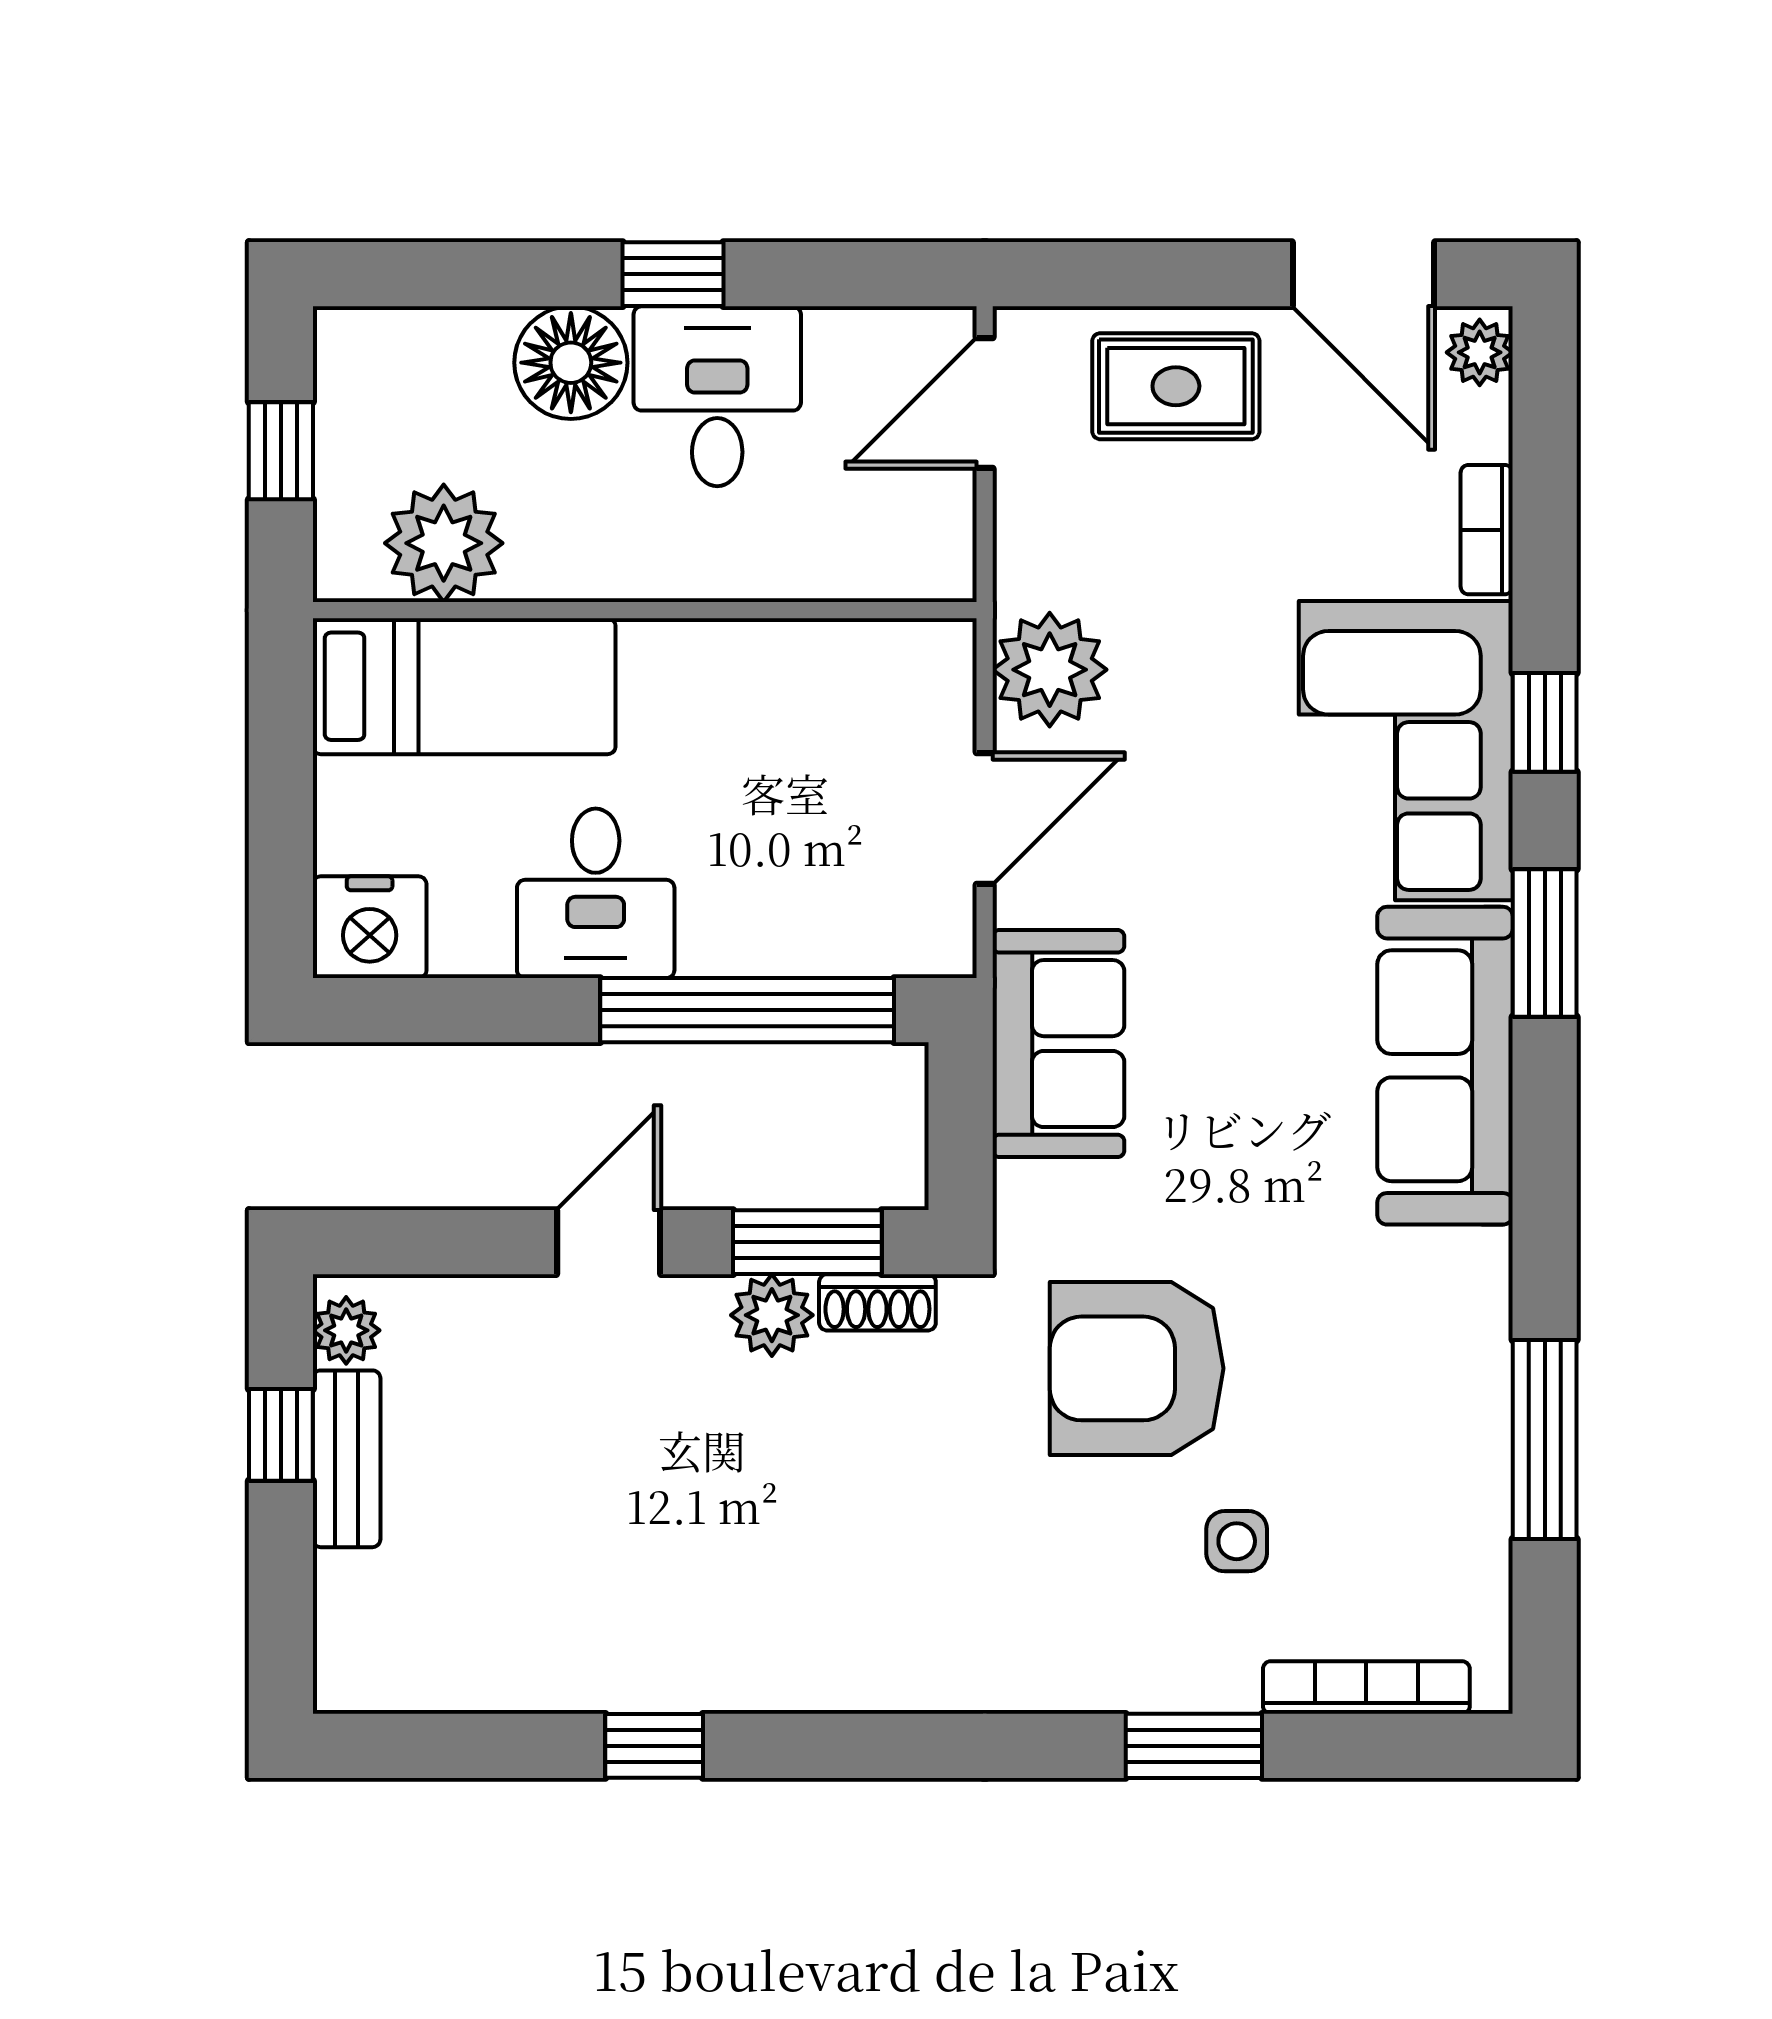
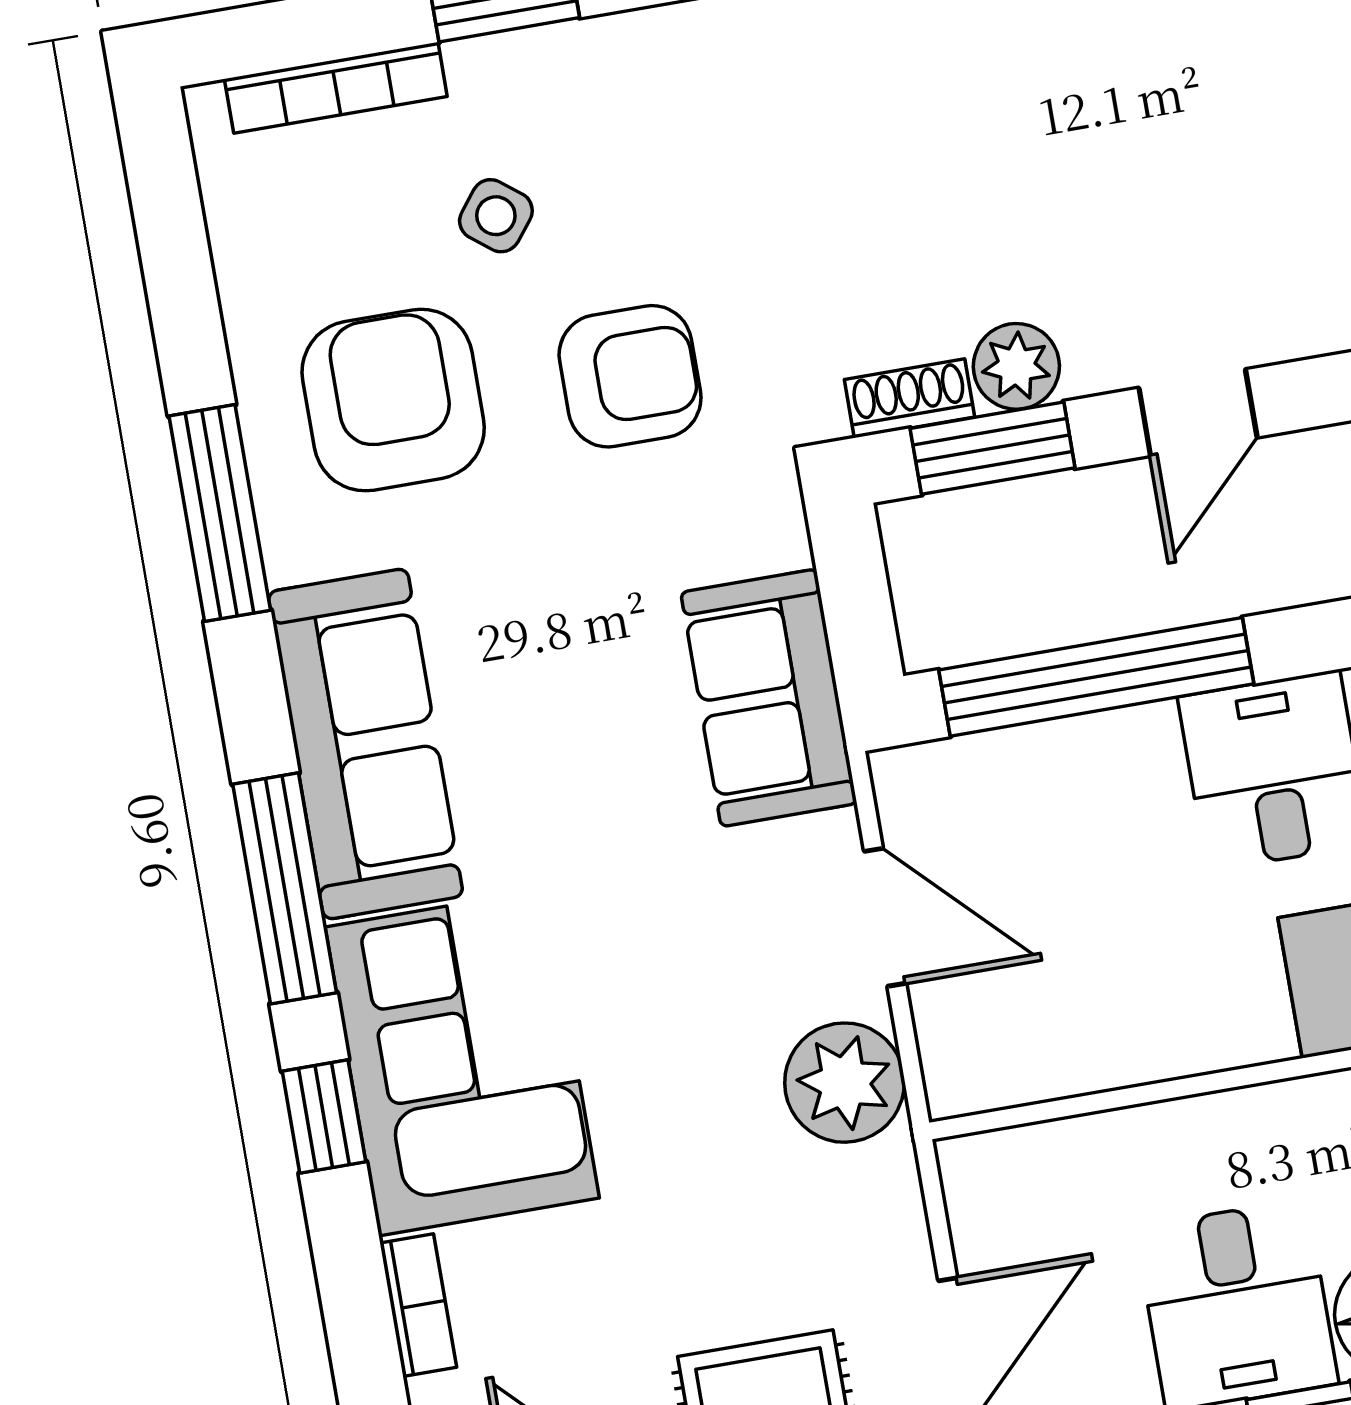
door: (985, 818) -> (885, 917), swing flipped
window: (1545, 943) -> (285, 888), width x1.44
armchair: (1137, 1368) -> (630, 376), width x0.73, depth x0.73
armchair: (1363, 1385) -> (393, 400), added
window: (1545, 1440) -> (220, 513), moved
side table: (1237, 1541) -> (496, 216), turned 38

